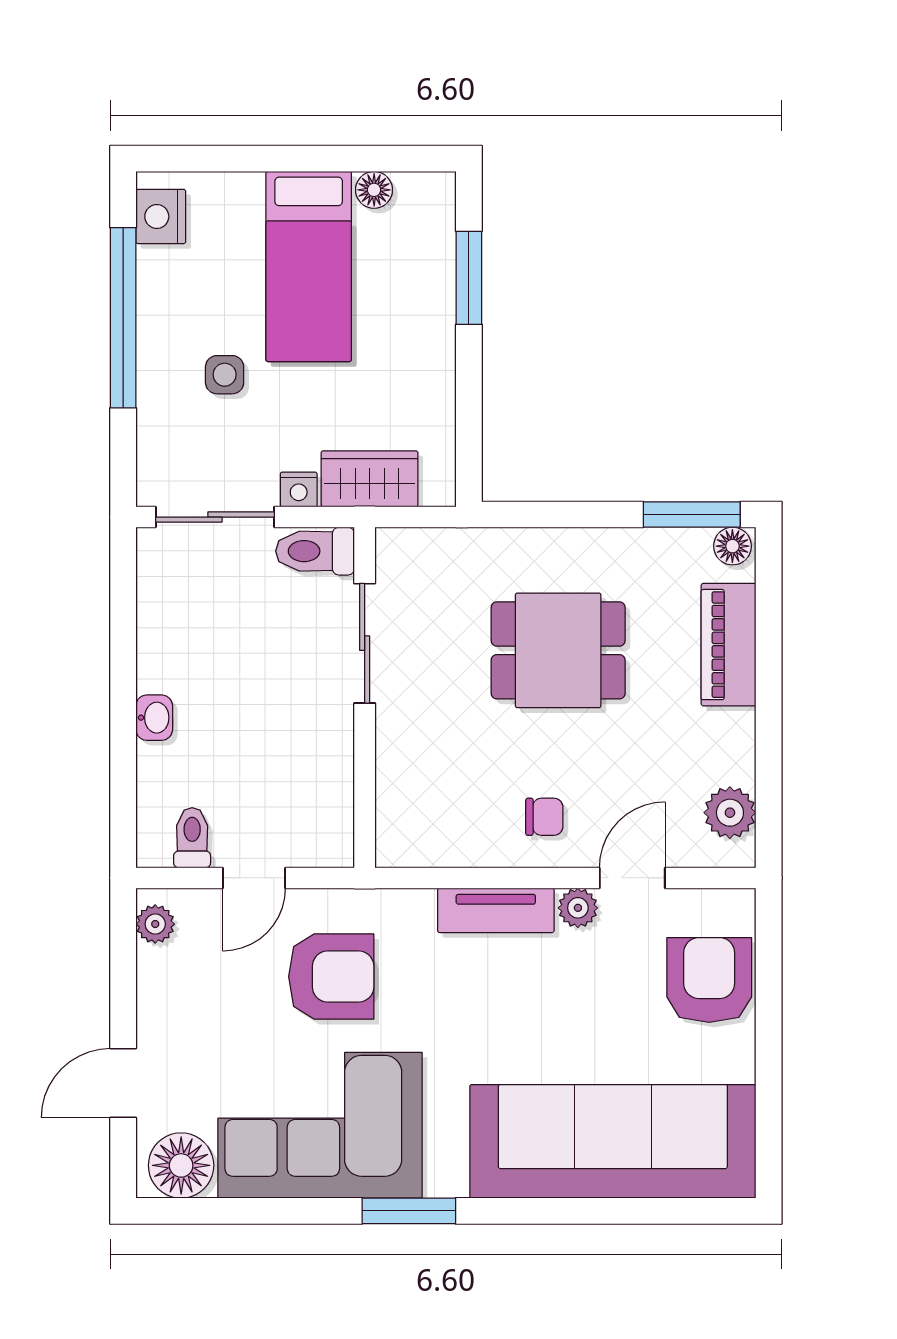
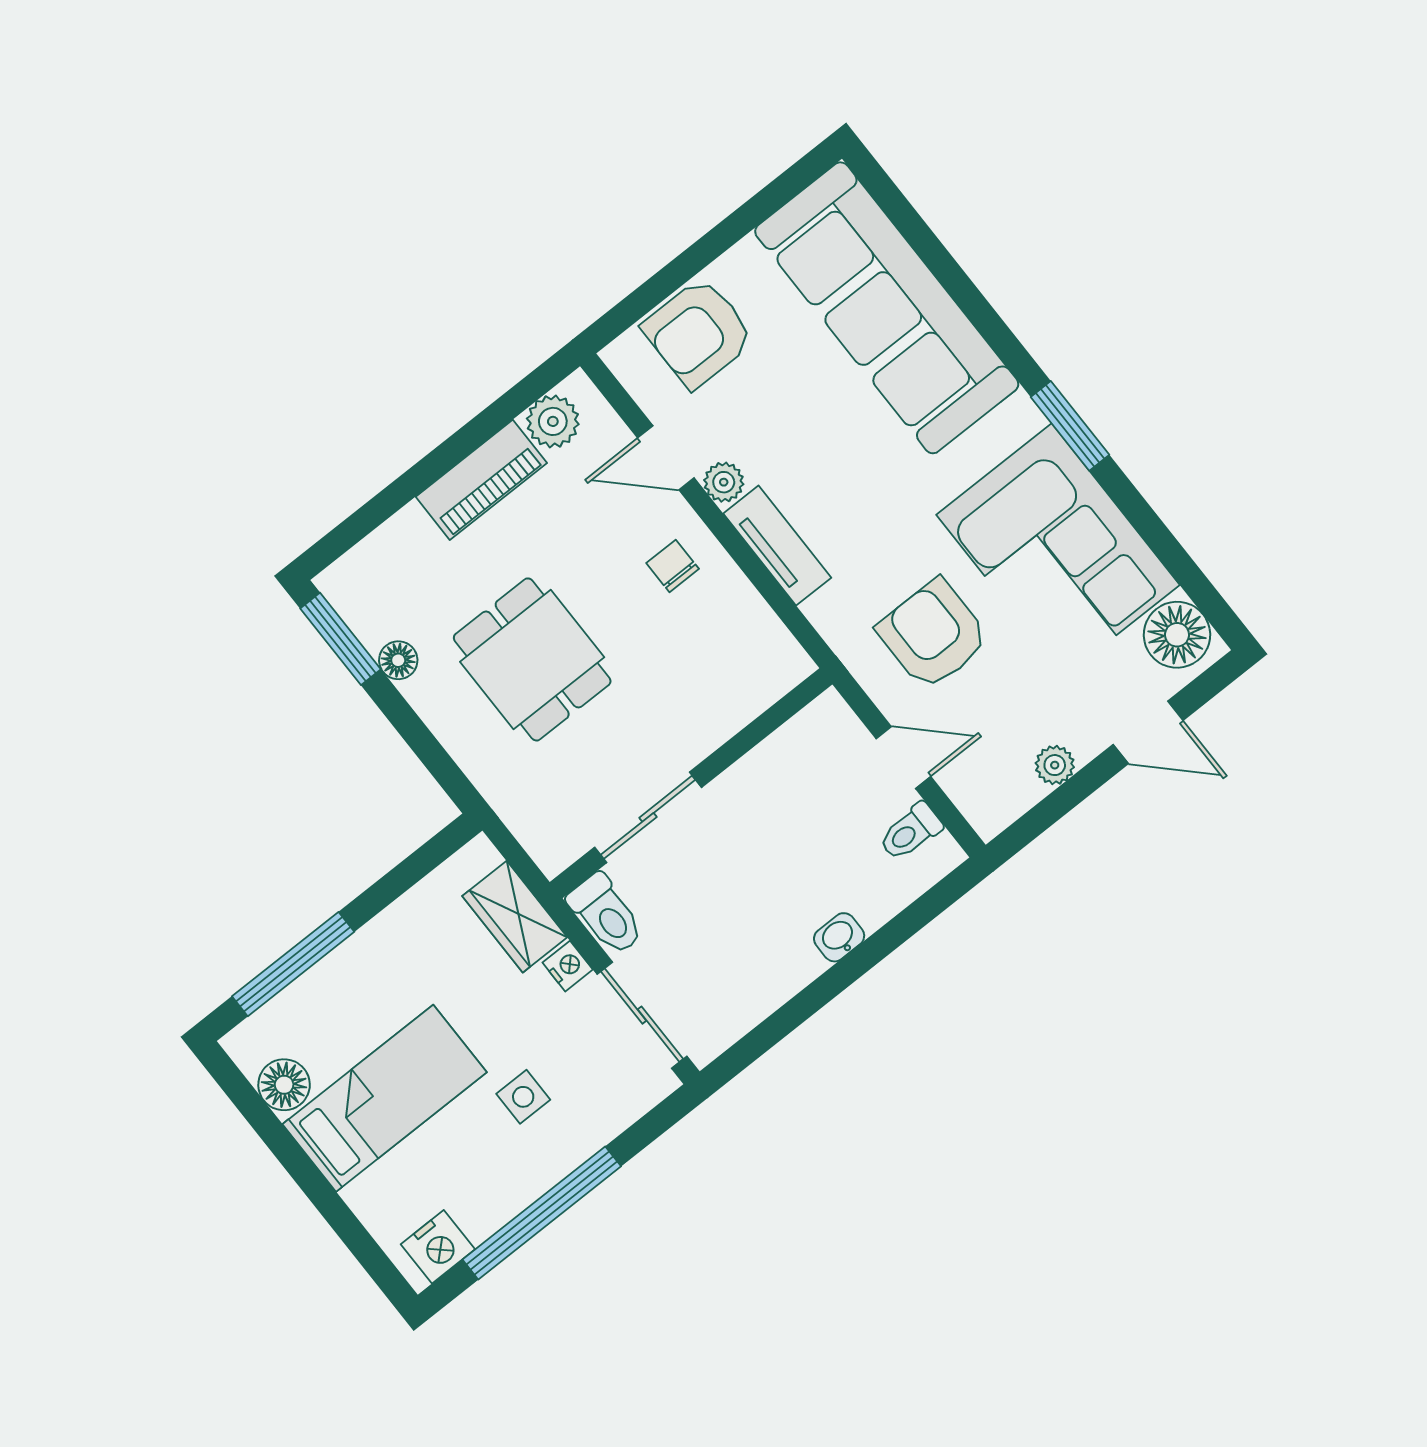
floor lamp: (374, 190) -> (284, 1085), width x1.37, depth x1.37
window: (469, 278) -> (293, 964), width x1.44
floor lamp: (732, 546) -> (398, 660), moved
piano: (729, 645) -> (481, 480), moved
plant: (155, 924) -> (1055, 765), moved

